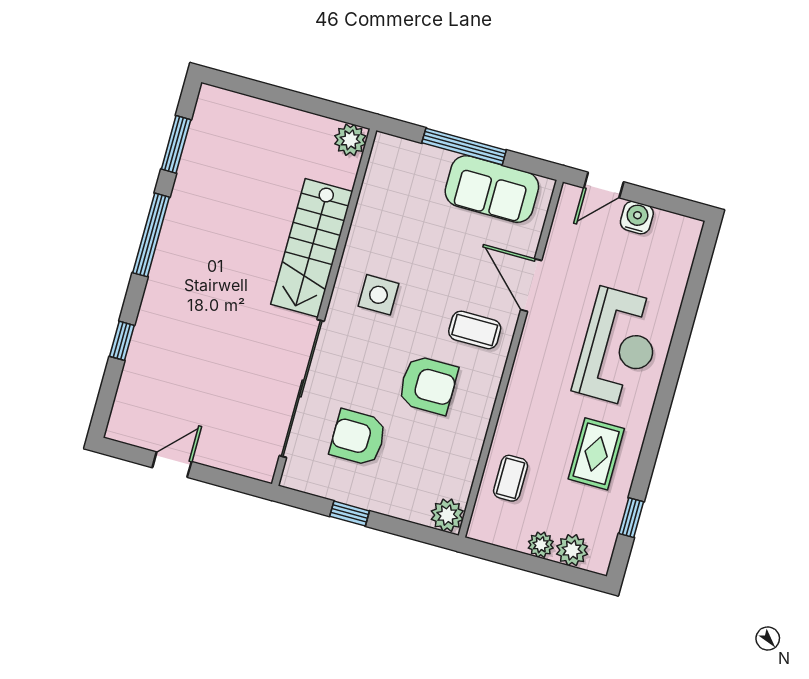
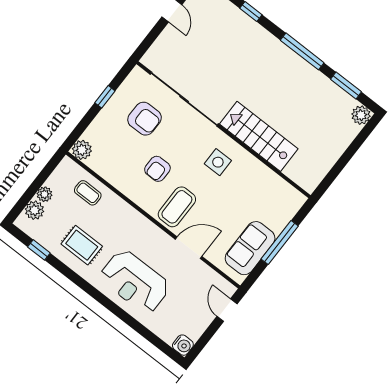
plant: (350, 140) -> (361, 115), moved
water cooler: (637, 218) -> (183, 345), moved
coffee table: (475, 330) -> (177, 207), width x1.36, depth x1.30
armchair: (428, 385) -> (157, 169), width x0.72, depth x0.72
armchair: (358, 438) -> (145, 119), turned 90

